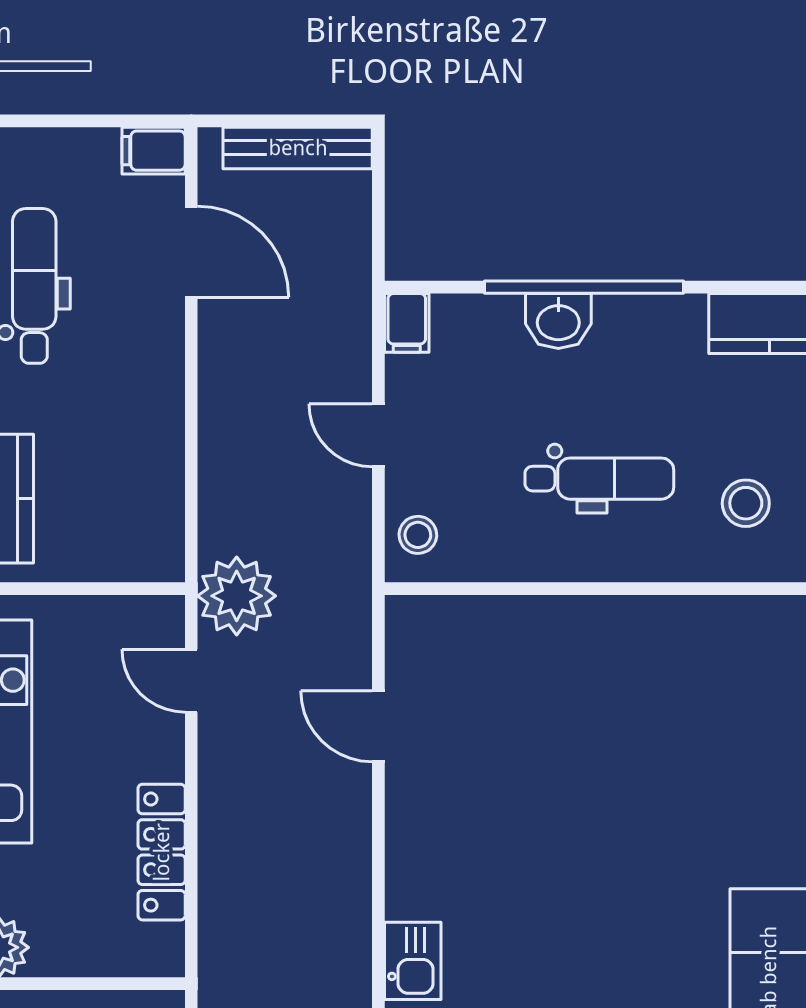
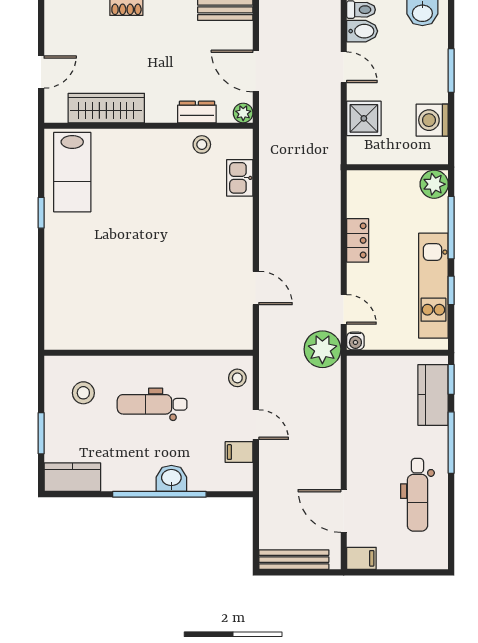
filing cabinet: (407, 323) -> (239, 452), moved, turned -90
water cooler: (166, 614) -> (355, 341), added
locker: (162, 852) -> (358, 240), width x0.66

